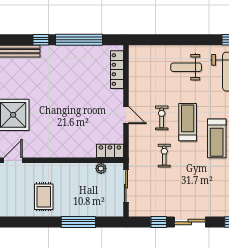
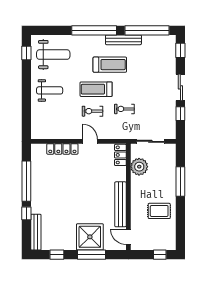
weight bench: (186, 67) -> (50, 90), turned -90
locker: (117, 70) -> (62, 149), moved
door: (126, 115) -> (90, 141), hinge flipped
bench: (52, 151) -> (120, 204), added
plant: (101, 168) -> (139, 167), width x1.88, depth x1.88

